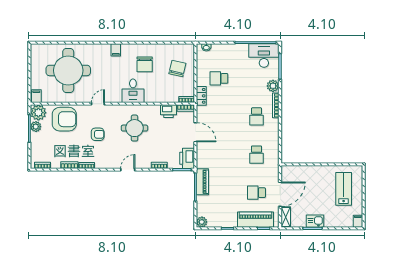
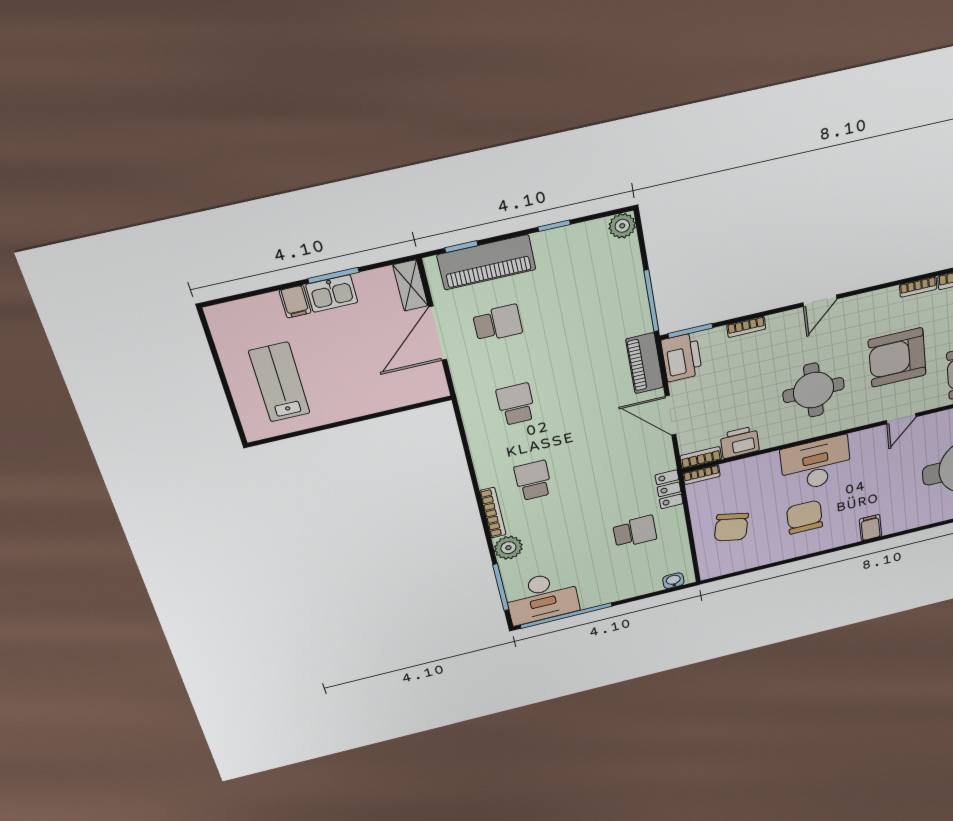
desk: (133, 91) -> (816, 464), width x1.37
armchair: (98, 134) -> (897, 358), width x1.88, depth x1.88
piano: (202, 182) -> (645, 363), moved
lab bench: (344, 189) -> (280, 382), turned 180
filing cabinet: (358, 221) -> (295, 302), moved

